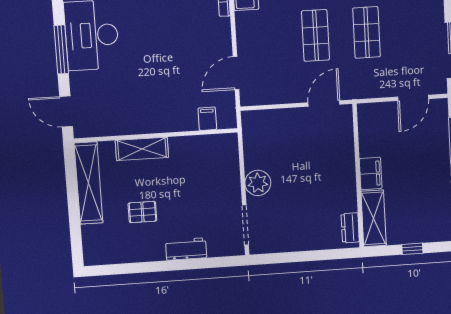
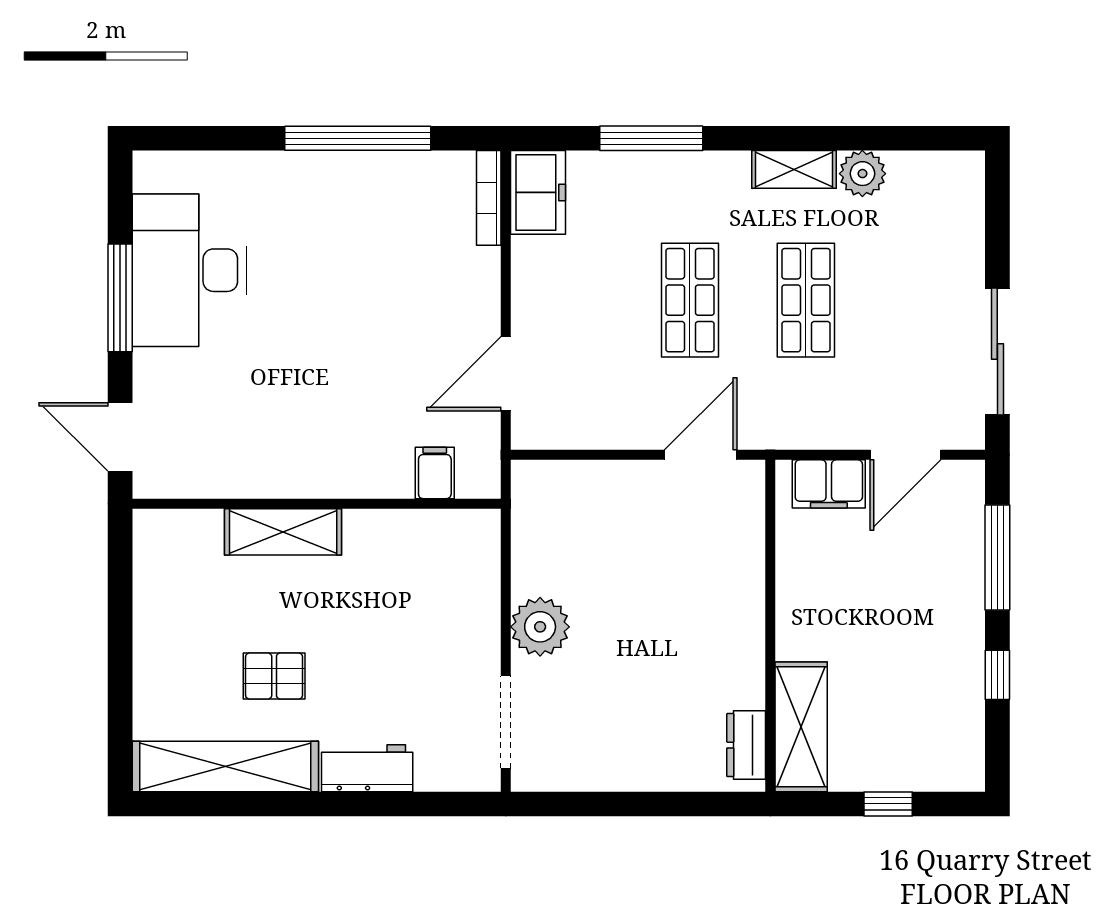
filing cabinet: (371, 174) -> (829, 484), moved, turned 90
shelving: (89, 183) -> (225, 766), moved, turned 90

